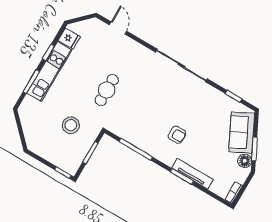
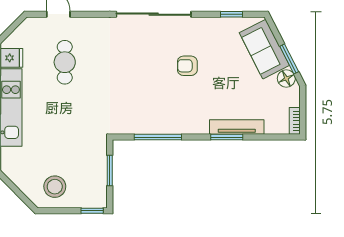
cafe table: (107, 90) -> (65, 62), moved
stool: (71, 125) -> (55, 187), moved
armchair: (177, 135) -> (187, 66), moved, turned 180

